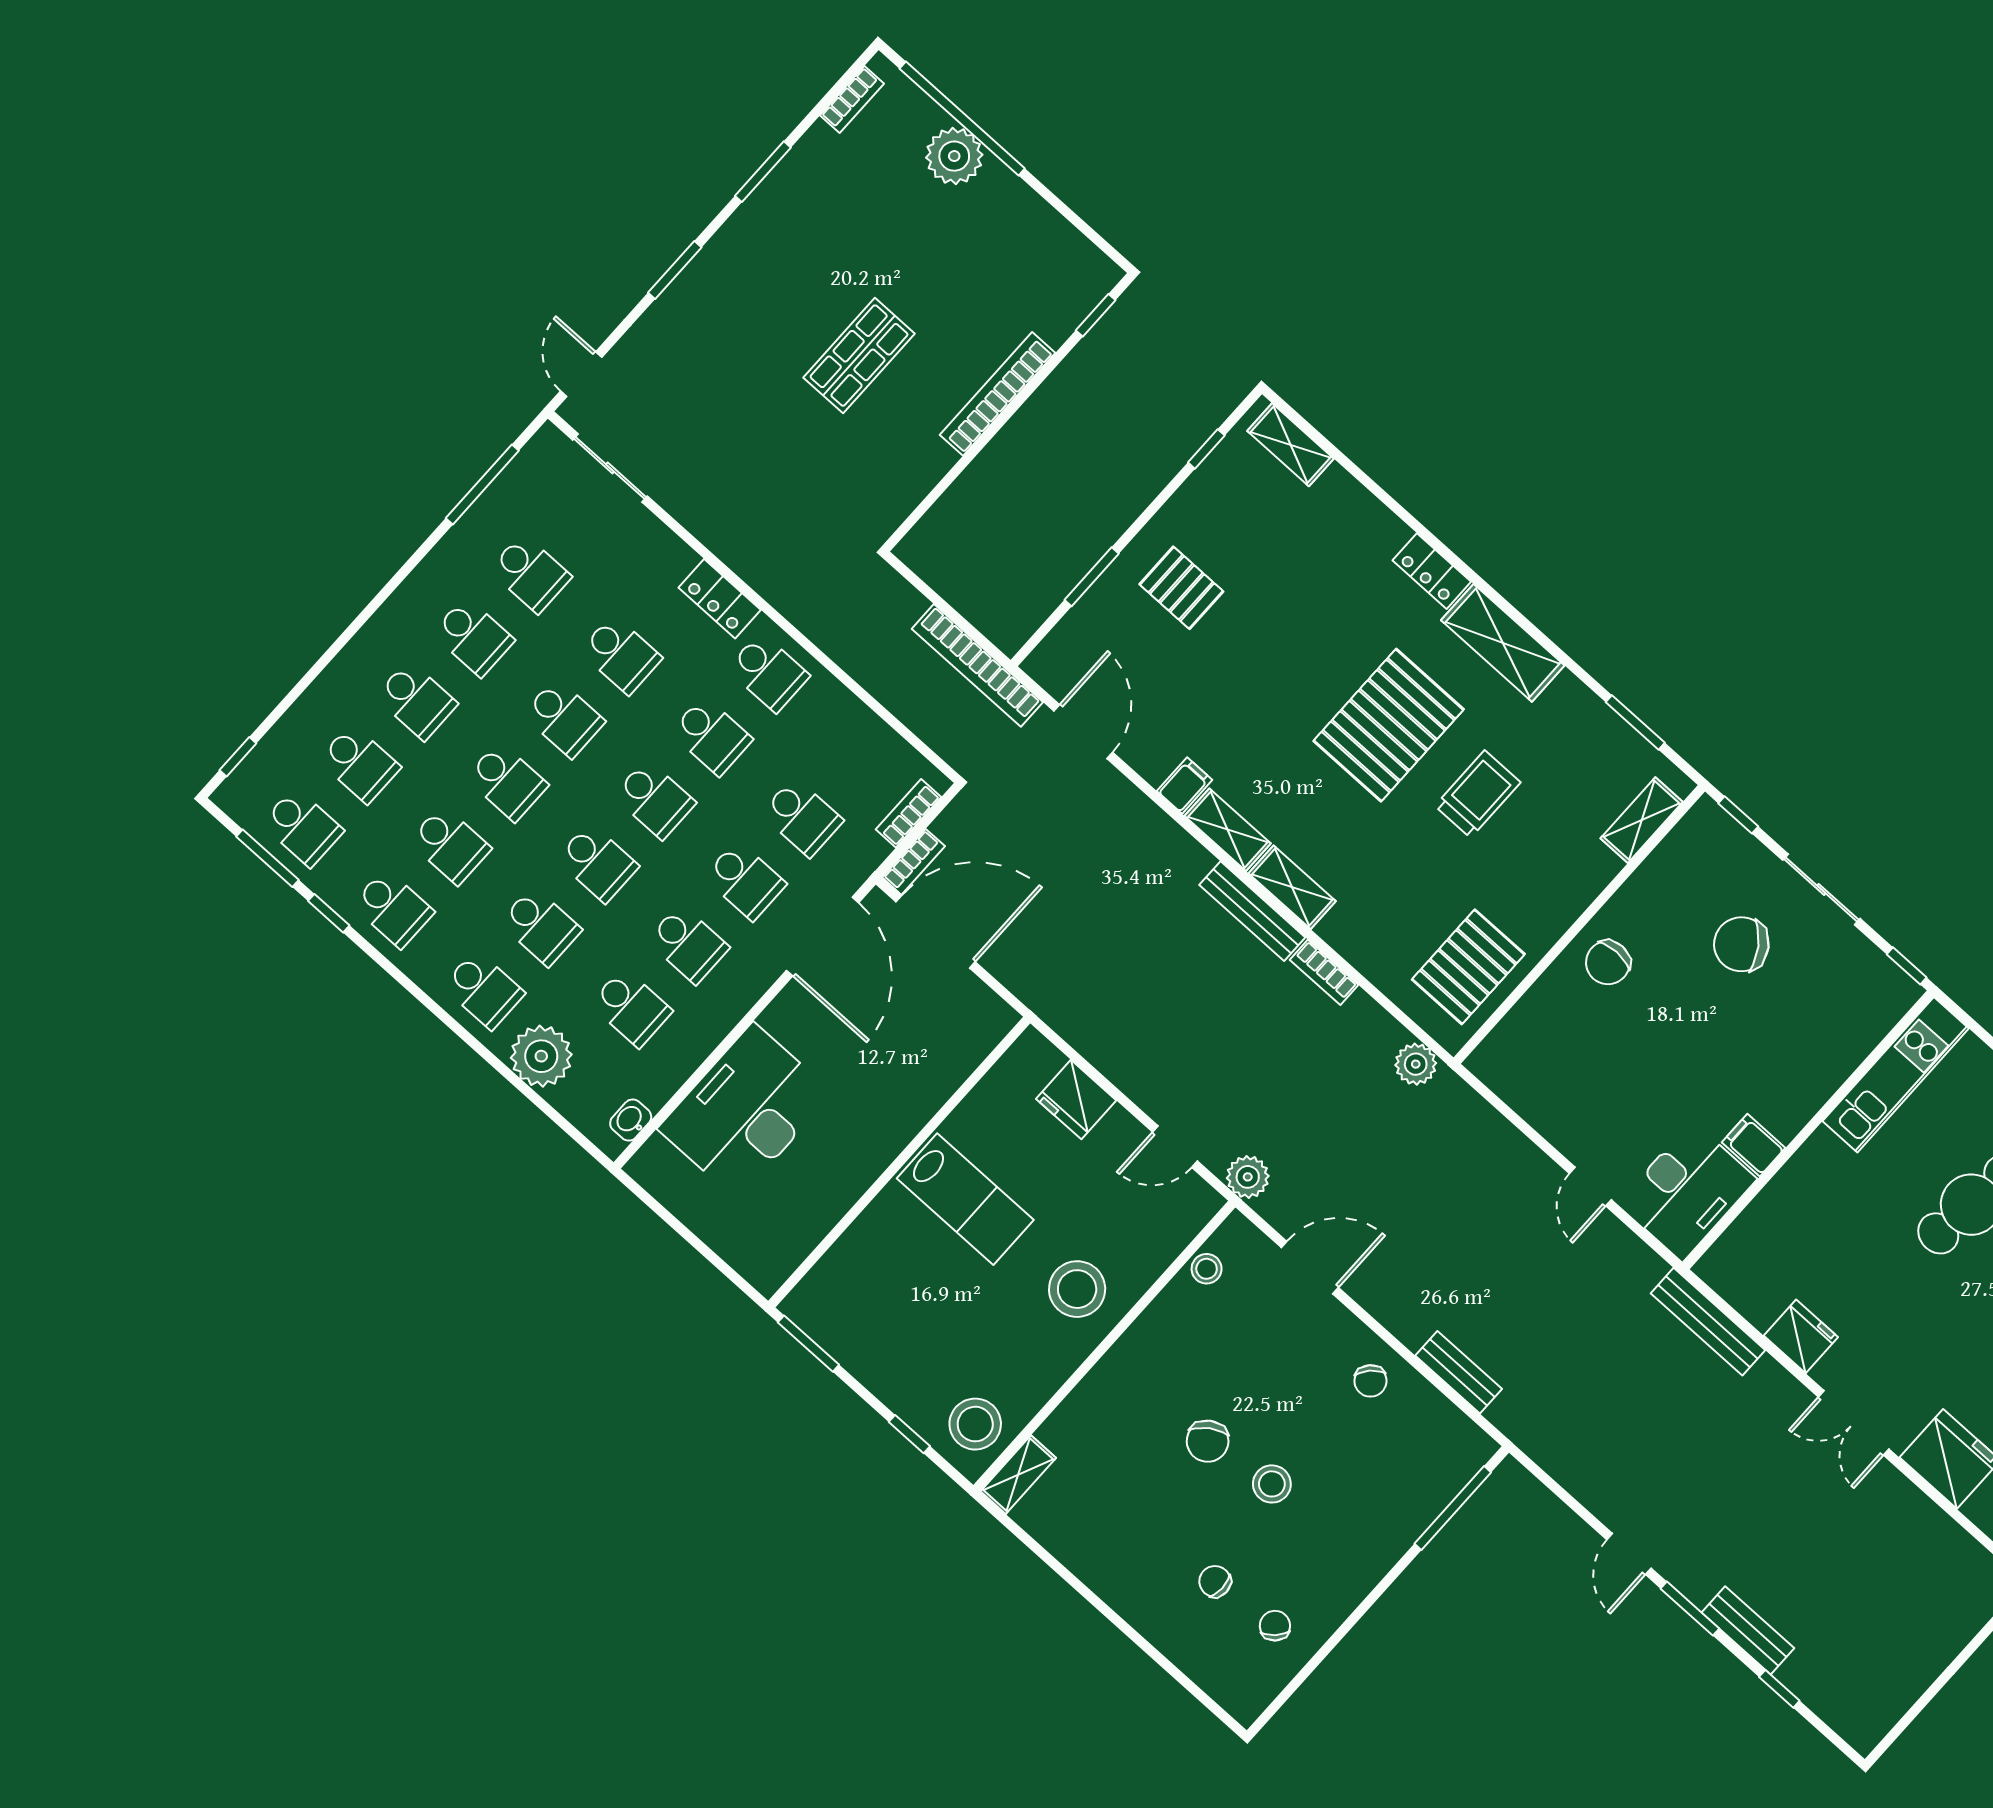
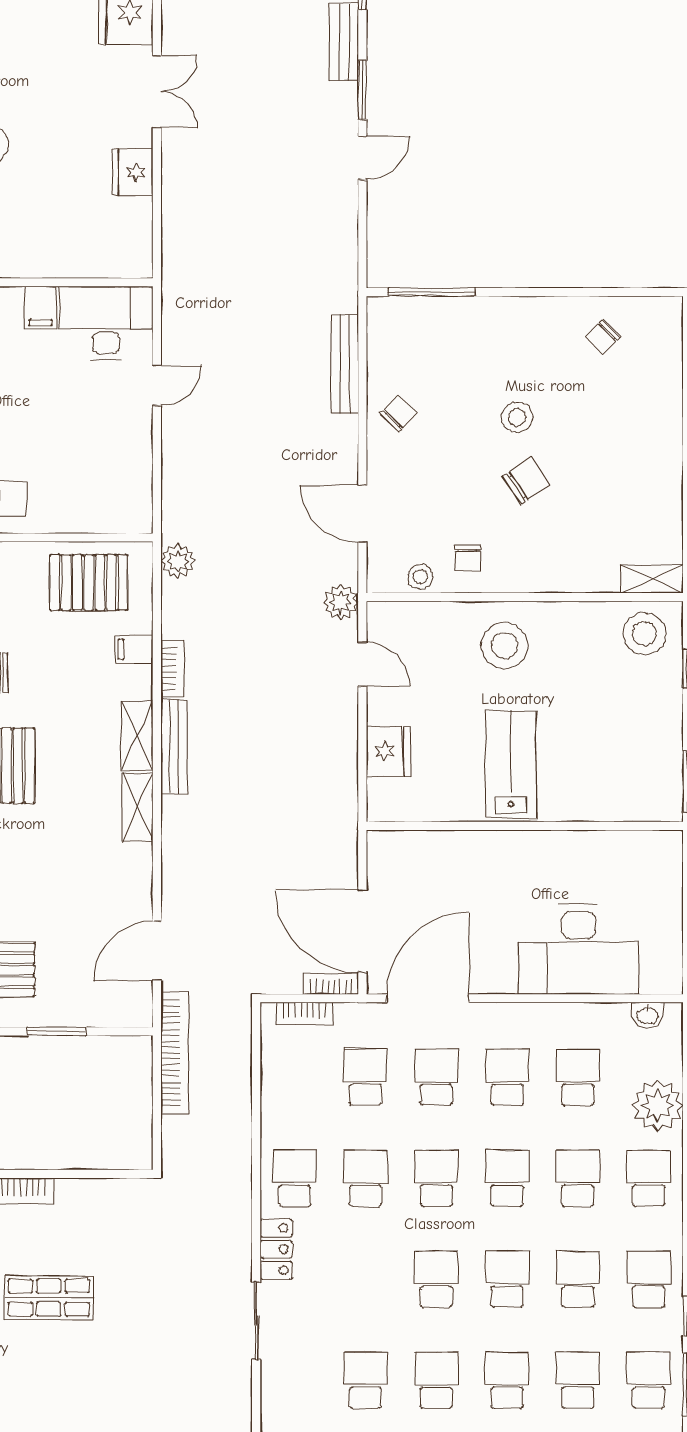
sliding door: (610, 468) -> (256, 1321), moved
school desk: (621, 655) -> (366, 1279), removed
filing cabinet: (1185, 785) -> (134, 649), moved
bench: (1708, 1322) -> (175, 238), removed
bench: (1459, 1372) -> (345, 364), width x1.36
chair: (1215, 1581) -> (468, 558), moved

